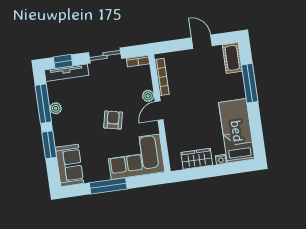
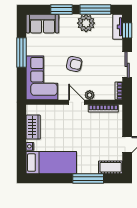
tv unit: (67, 73) -> (118, 27), width x0.71
plant: (56, 108) -> (86, 23), width x1.88, depth x1.88

